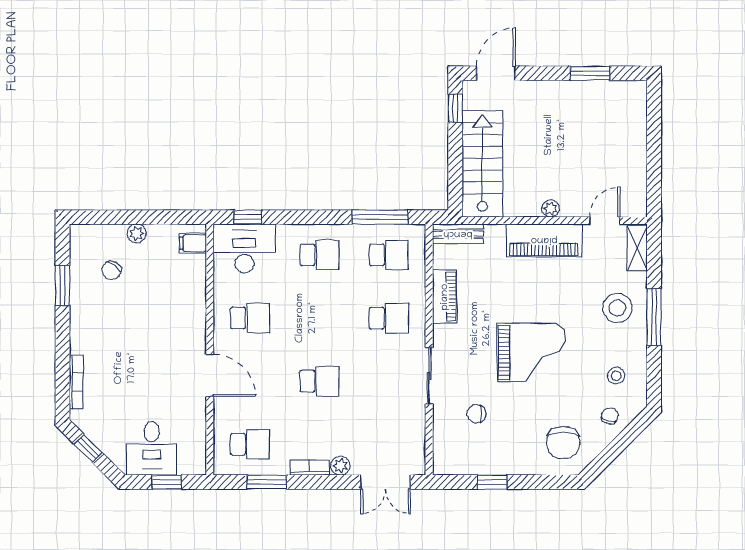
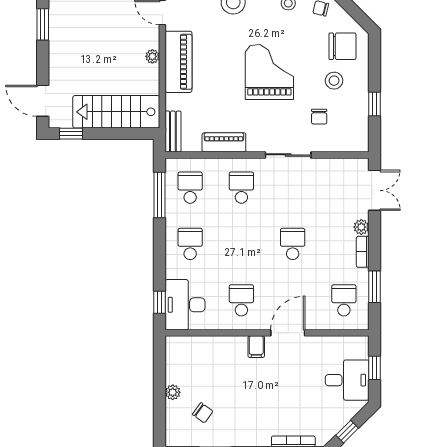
filing cabinet: (193, 243) -> (256, 347), moved
stool: (521, 432) -> (334, 81), added

